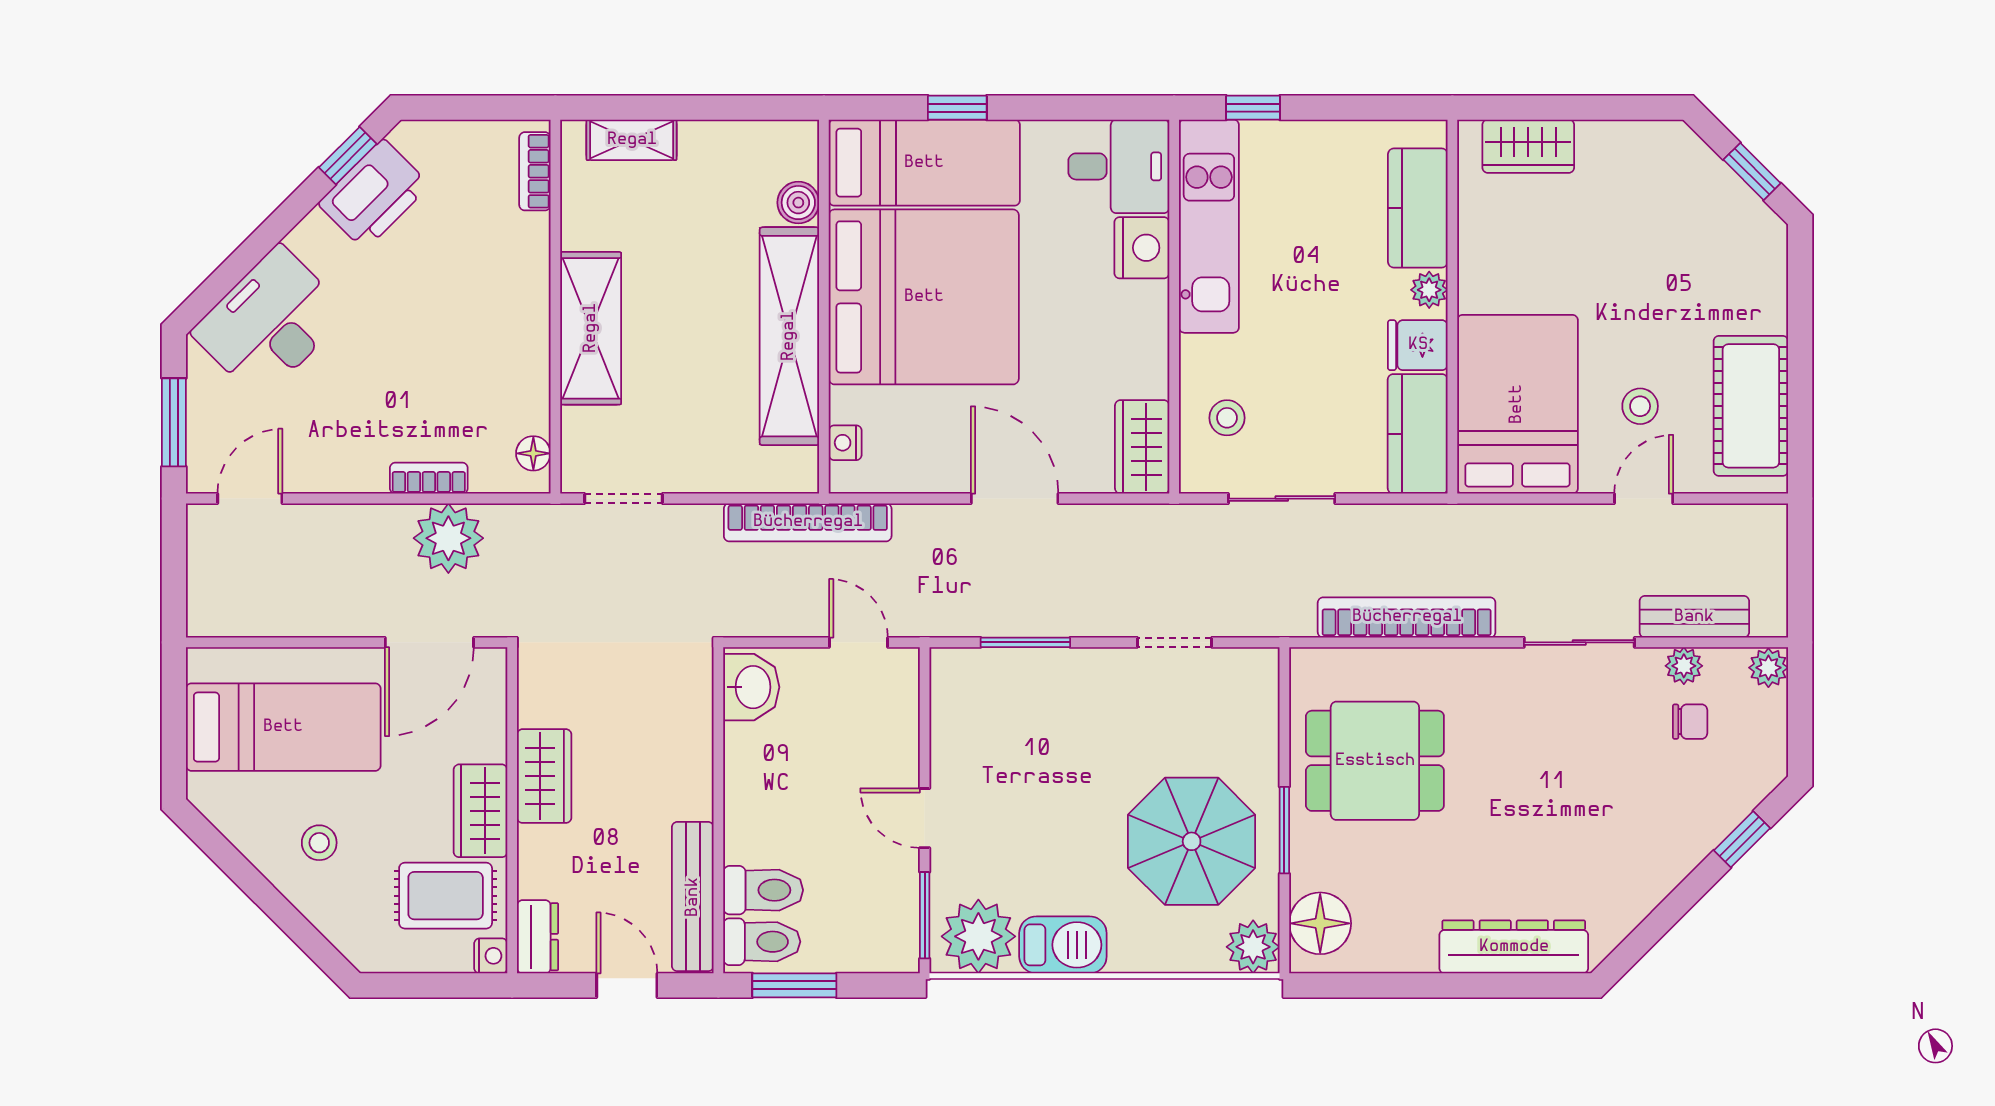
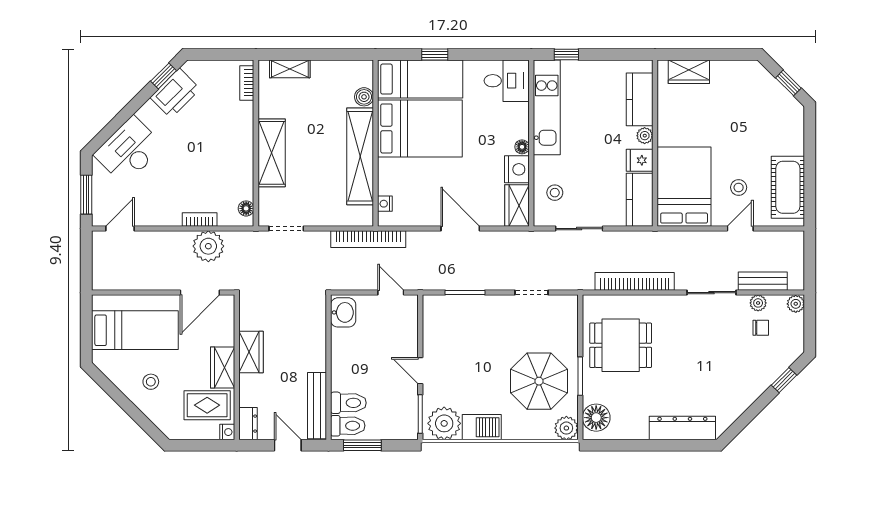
nightstand: (1142, 248) -> (517, 169), moved
bed: (924, 297) -> (420, 128), width x0.73
floor lamp: (1153, 315) -> (522, 147), added

